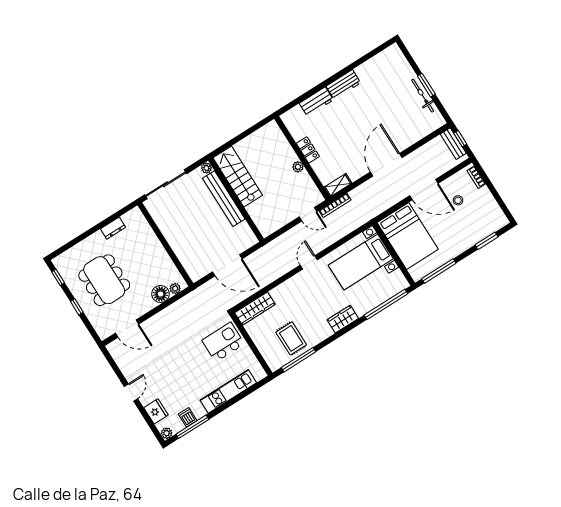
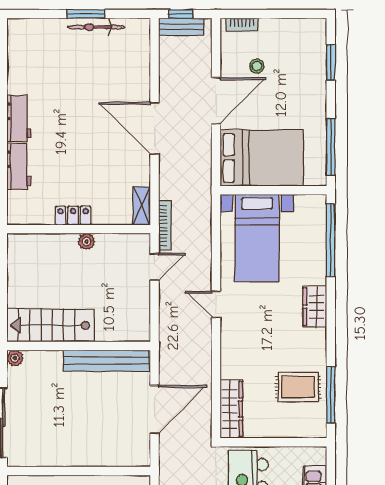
bench: (224, 199) -> (106, 361), moved

